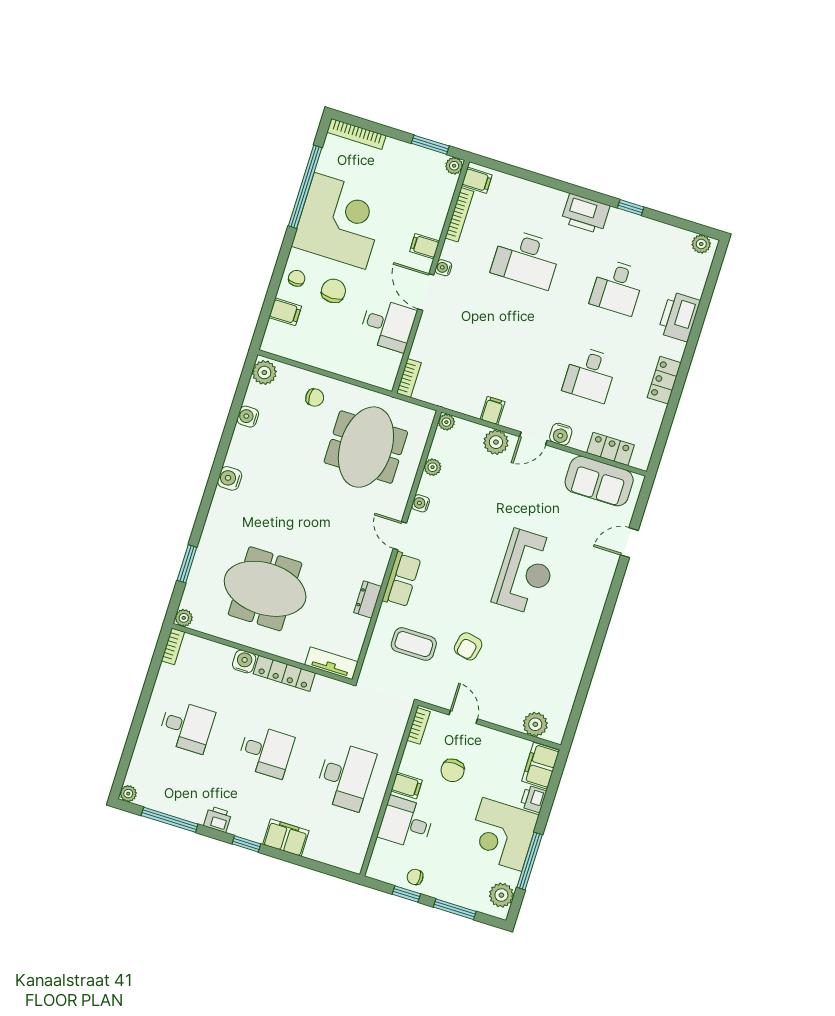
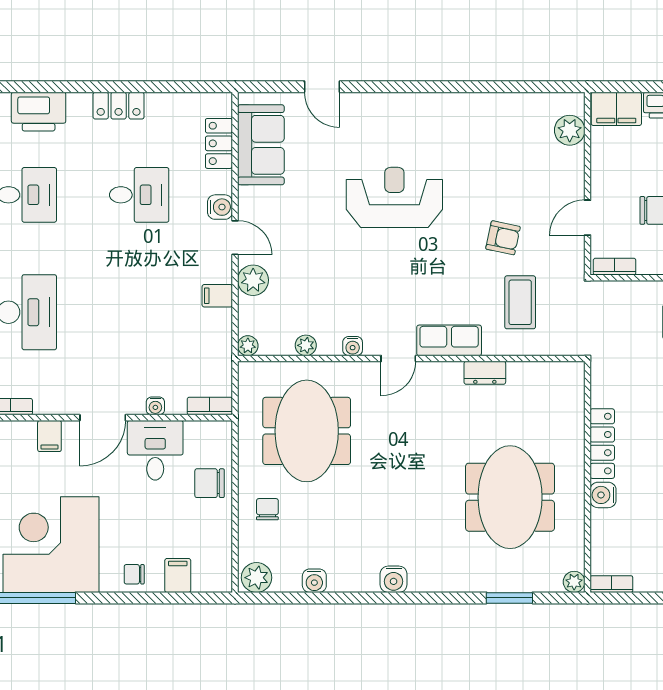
water cooler: (443, 268) -> (155, 406), moved
chair: (333, 291) -> (210, 483), moved
meeting table: (366, 447) -> (307, 431), turned 90
tv unit: (331, 663) -> (573, 392), removed

